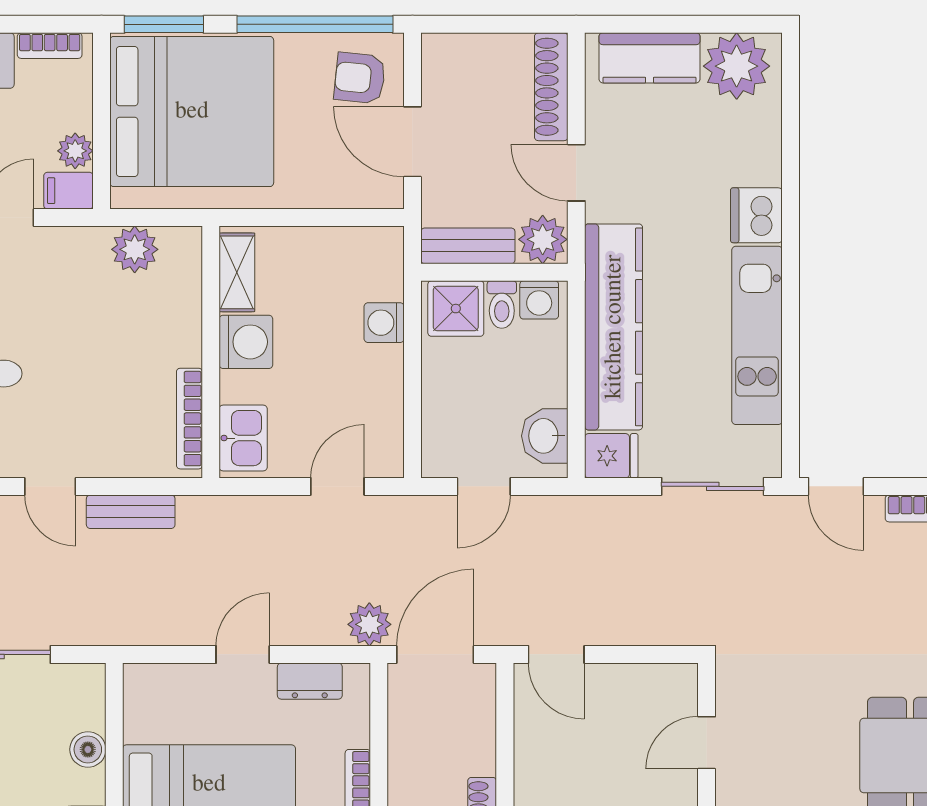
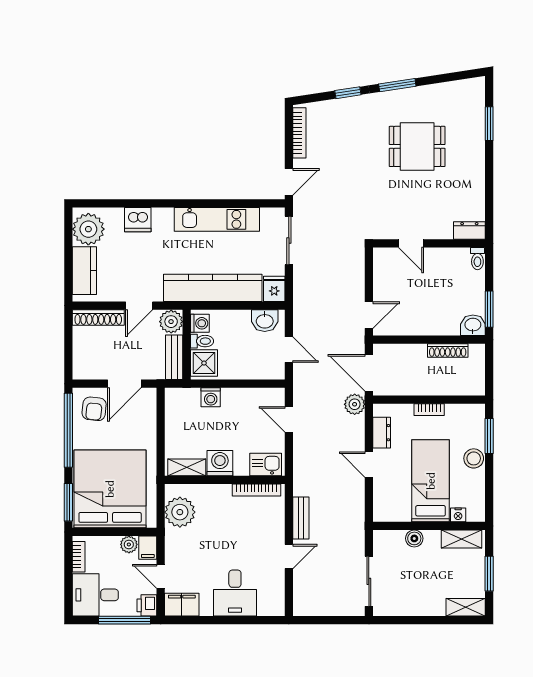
dishwasher: (756, 215) -> (138, 220), moved
plant: (135, 249) -> (180, 512), width x1.36, depth x1.36

